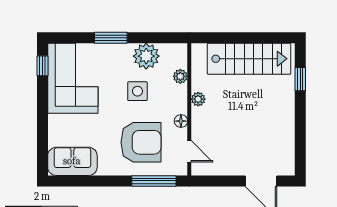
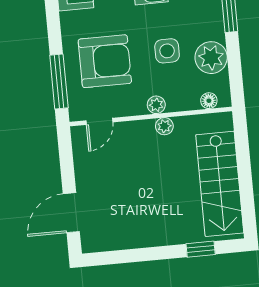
plant: (180, 76) -> (156, 105), moved
floor lamp: (181, 121) -> (209, 101), moved
armchair: (141, 142) -> (105, 61), turned -90

